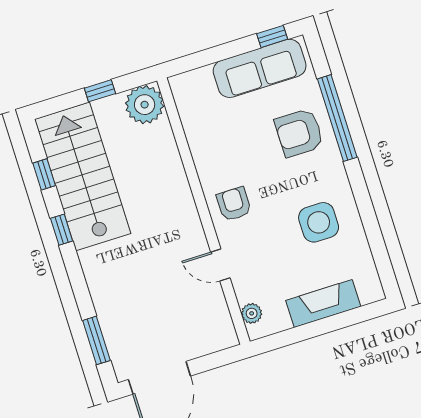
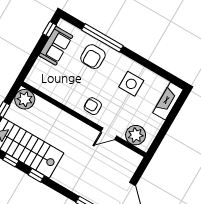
sofa: (260, 68) -> (56, 46), width x0.73
fireplace: (323, 303) -> (168, 101), moved
plant: (252, 313) -> (136, 135), width x1.87, depth x1.87

